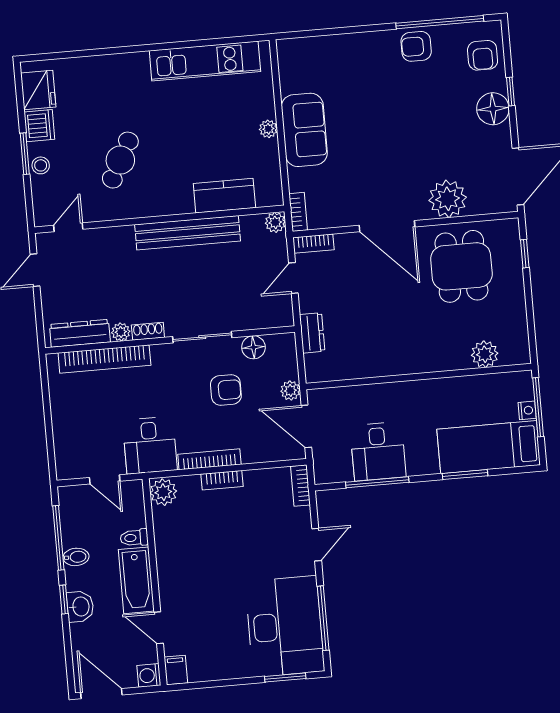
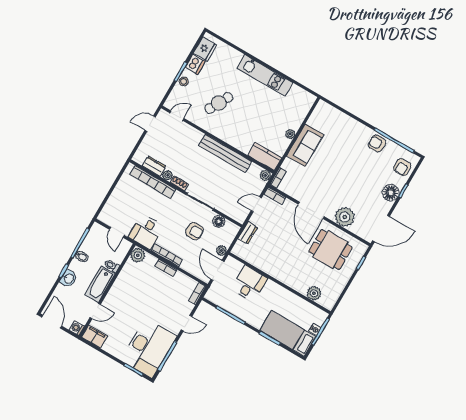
kitchen unit: (205, 61) -> (265, 75), moved
kitchen counter: (224, 196) -> (265, 156), moved
dining table: (461, 266) -> (330, 250), turned 90
dresser: (80, 333) -> (154, 166), width x0.70
desk: (378, 451) -> (249, 284), moved, turned 180
door: (159, 628) -> (95, 311), swing flipped
filing cabinet: (176, 670) -> (95, 337), width x2.00

